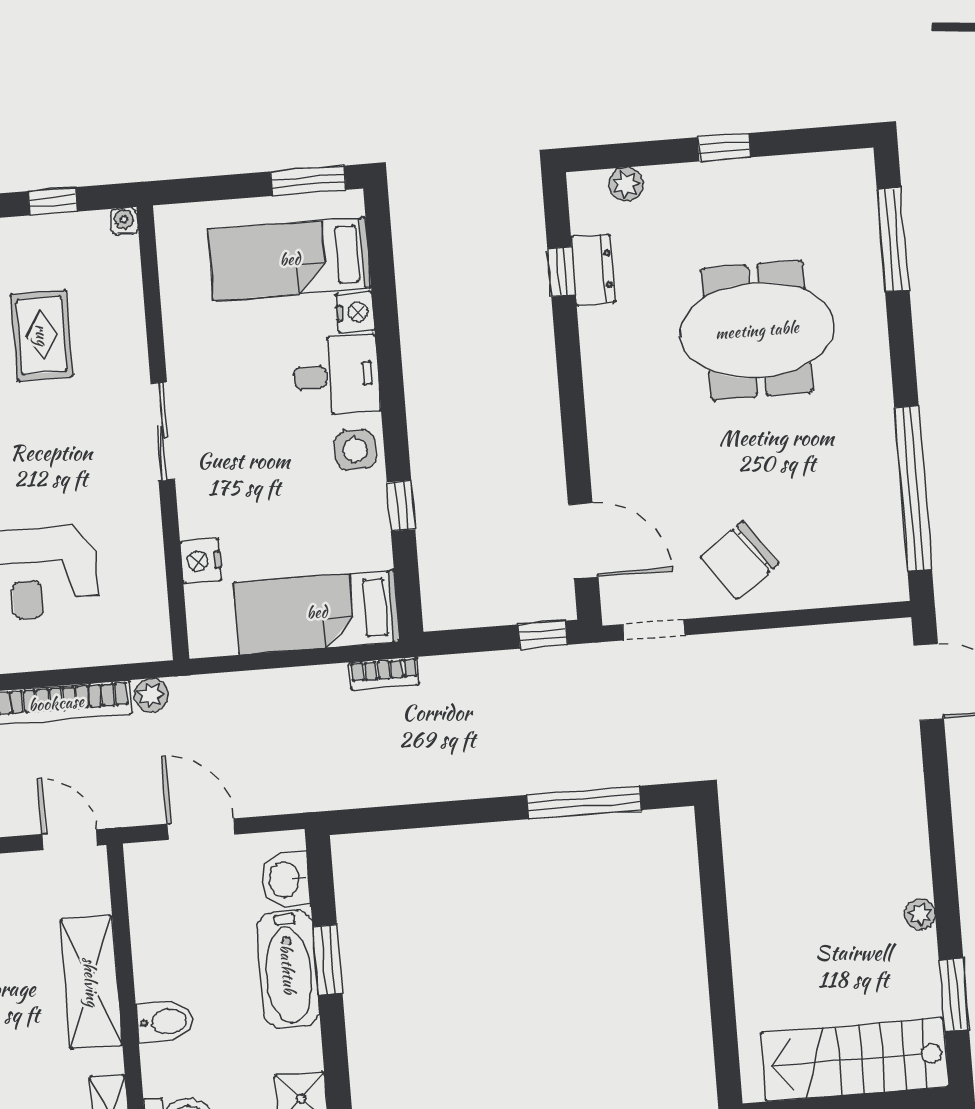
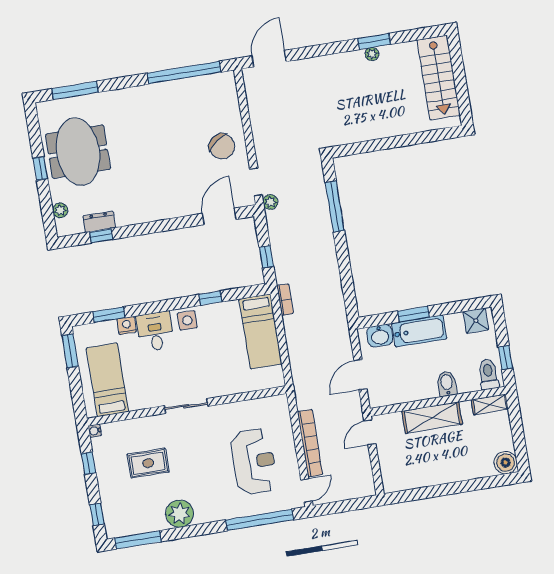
bed: (290, 259) -> (107, 380), moved, turned 180
window: (382, 275) -> (109, 315), added
meeting table: (757, 330) -> (78, 152), moved
nightstand: (201, 561) -> (242, 385), removed
window: (543, 635) -> (266, 257), moved
plant: (151, 695) -> (270, 202), moved
window: (954, 995) -> (374, 41), moved

